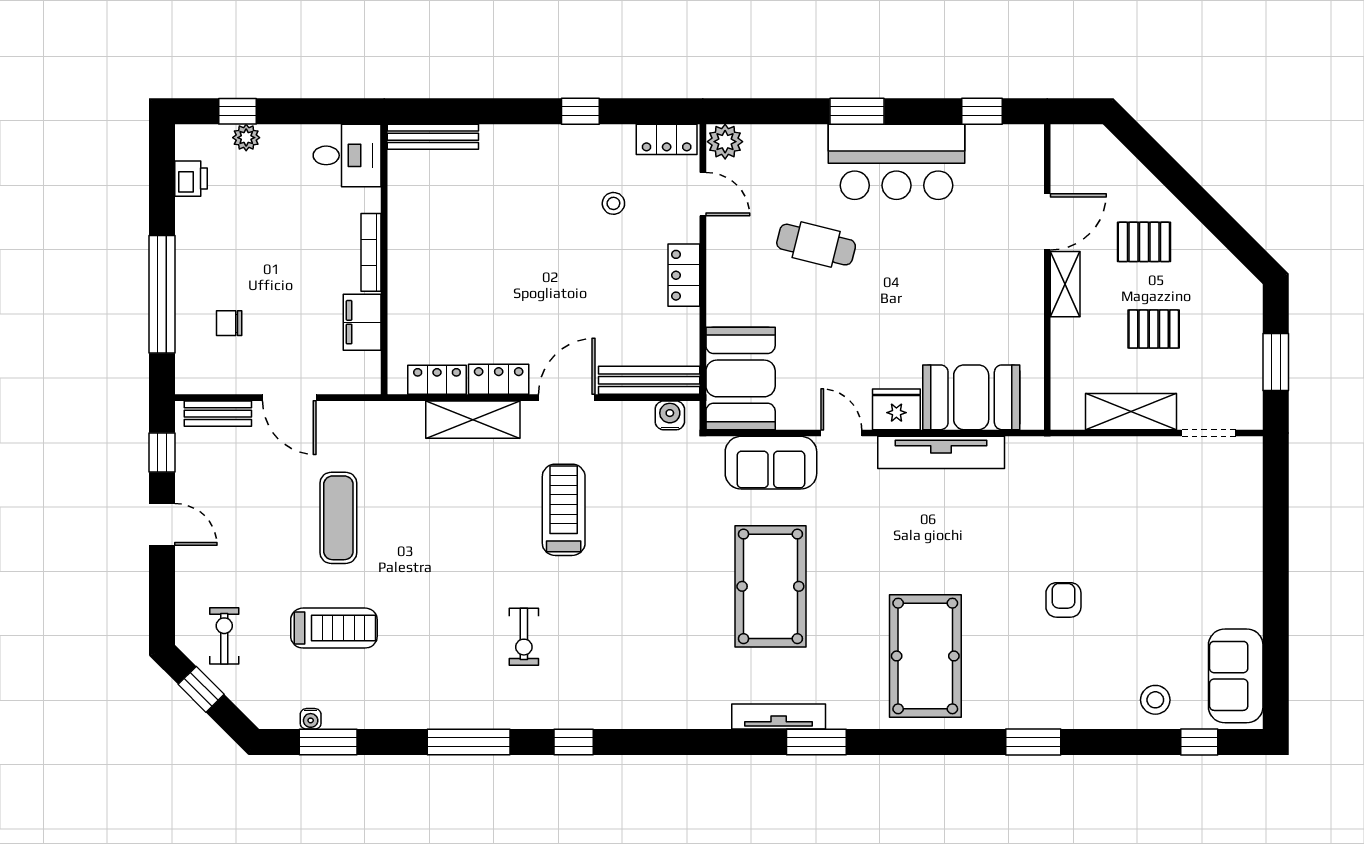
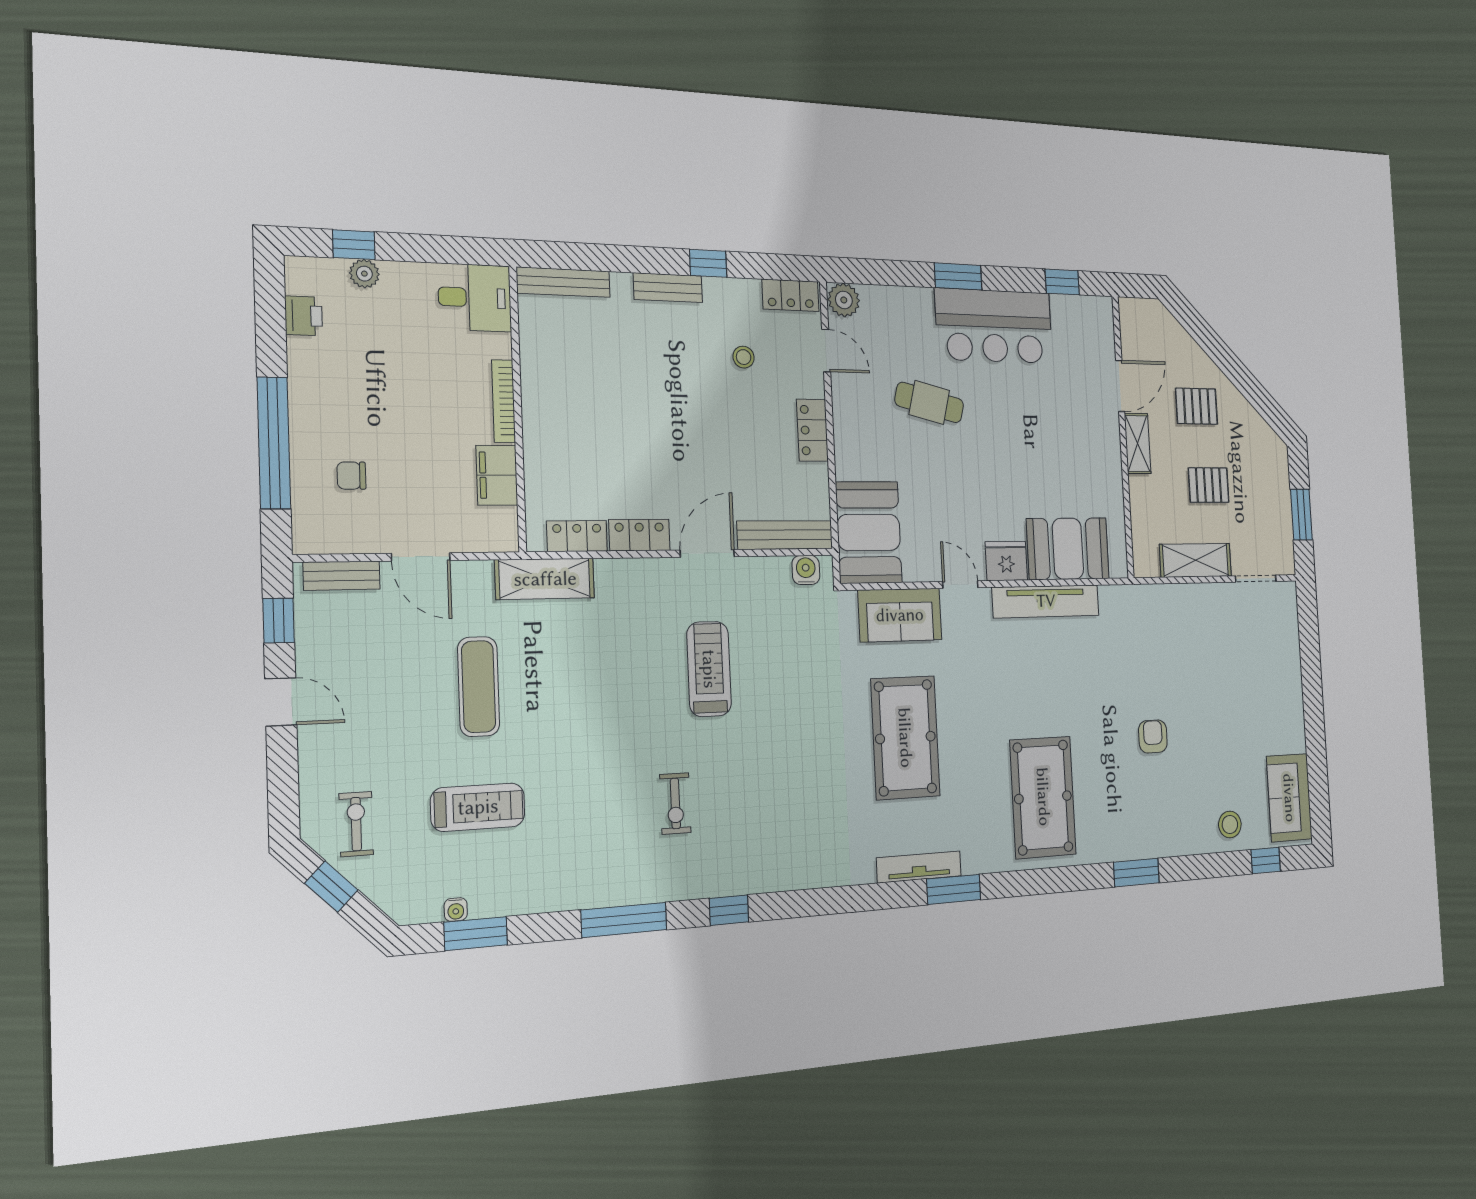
bench: (538, 137) -> (668, 288), added
shelving: (473, 420) -> (545, 579), moved

